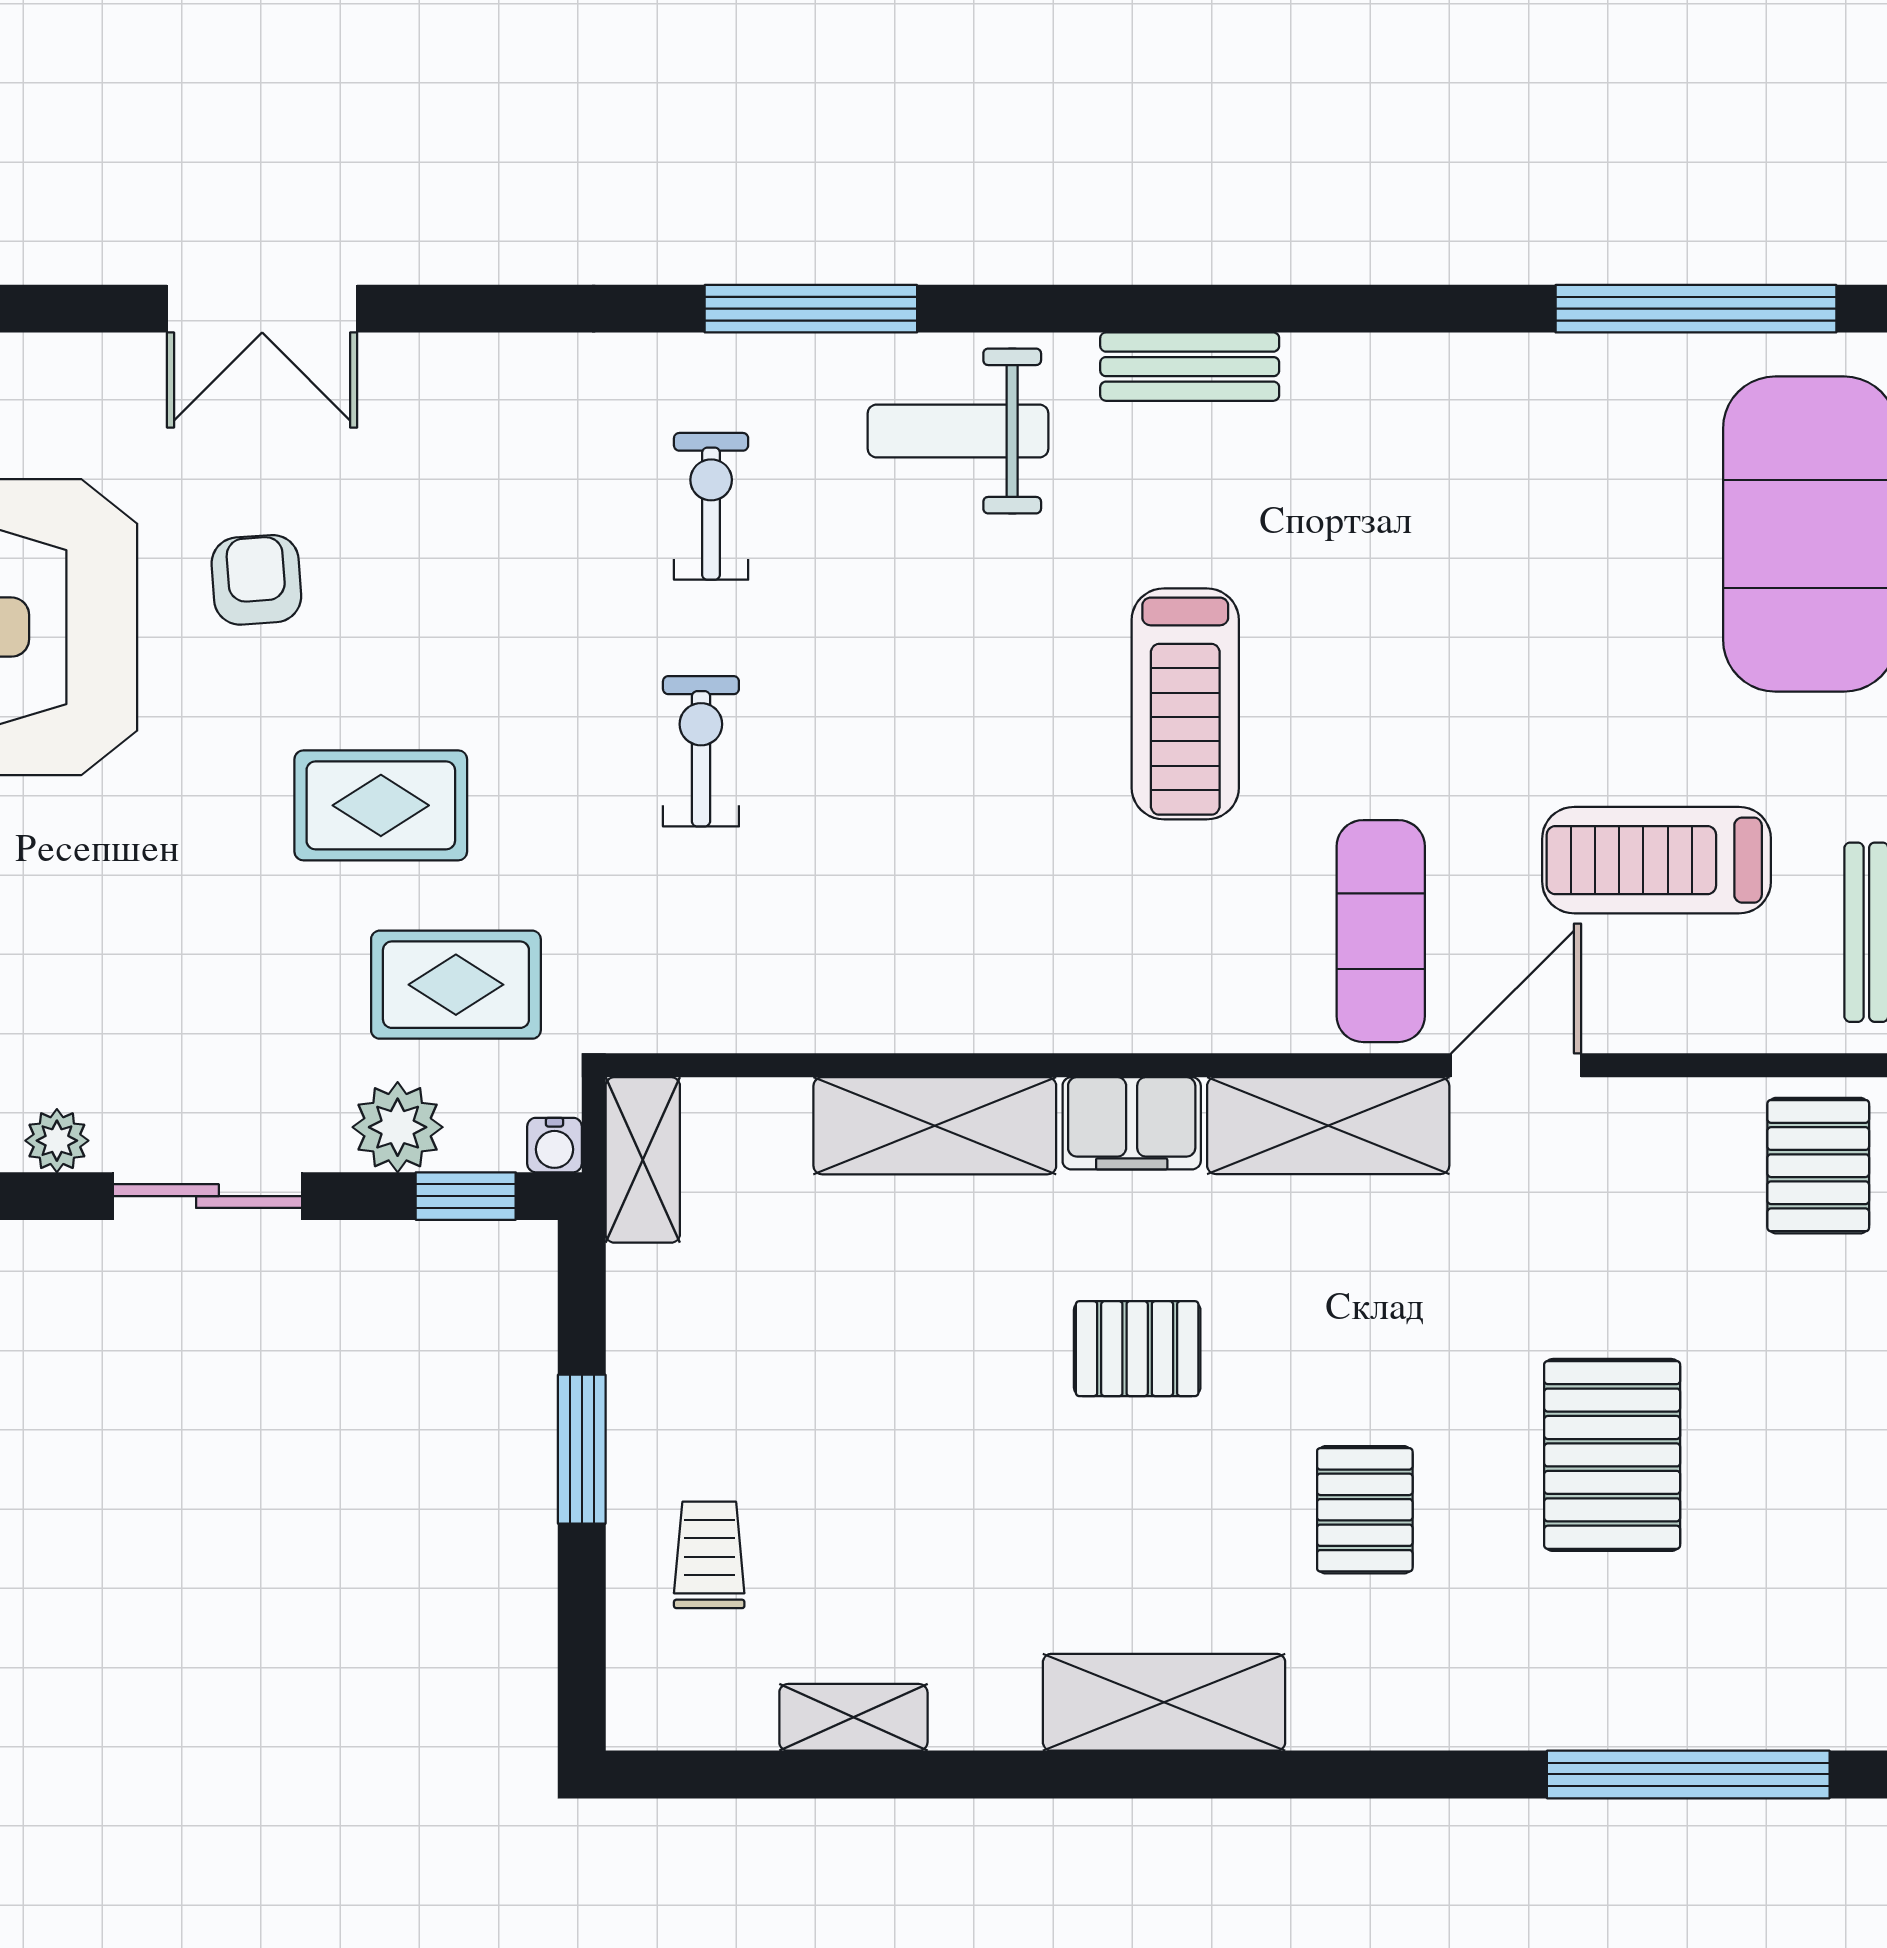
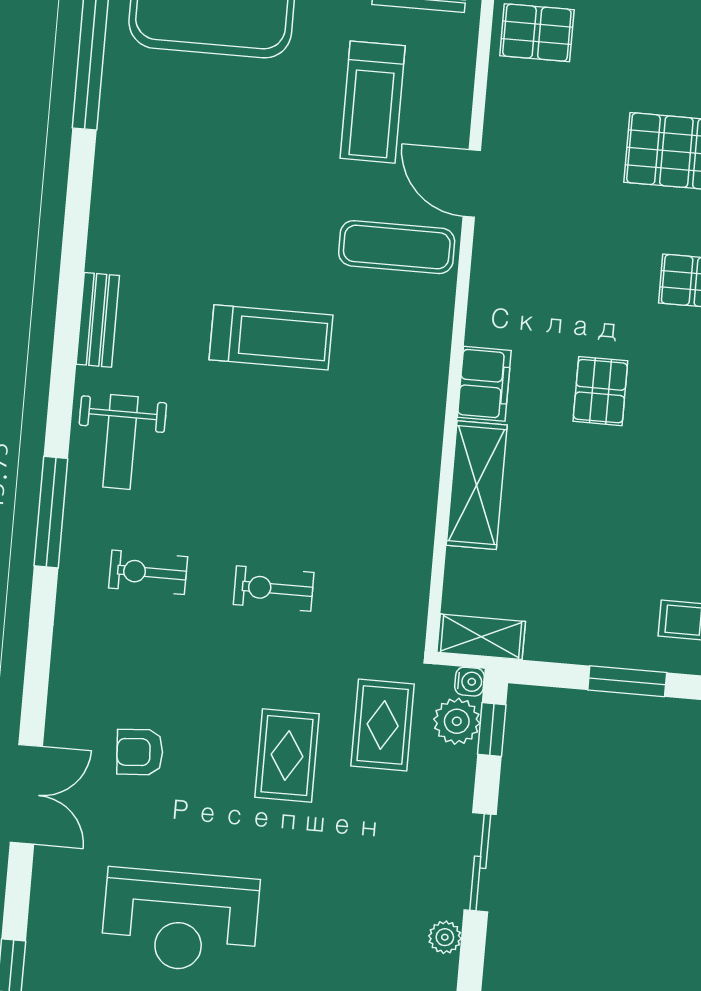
armchair: (256, 580) -> (140, 752), moved
shelving: (1328, 1126) -> (494, 283), removed
plant: (398, 1127) -> (457, 721), moved

